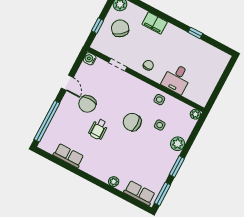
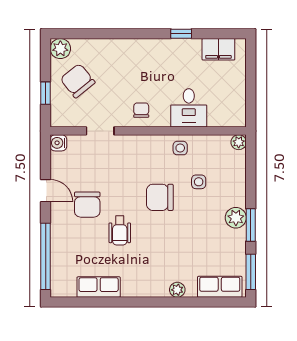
filing cabinet: (155, 23) -> (218, 49), moved
plant: (178, 144) -> (236, 218), moved

